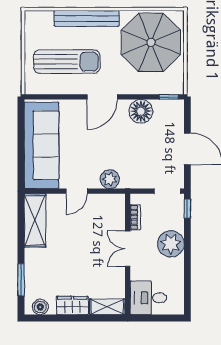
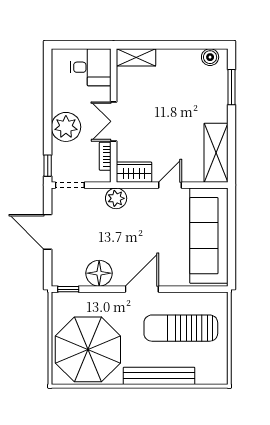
plant: (110, 179) -> (116, 198), moved
double door: (128, 249) -> (114, 121), swing flipped
wardrobe: (72, 305) -> (134, 172), moved, turned 180

